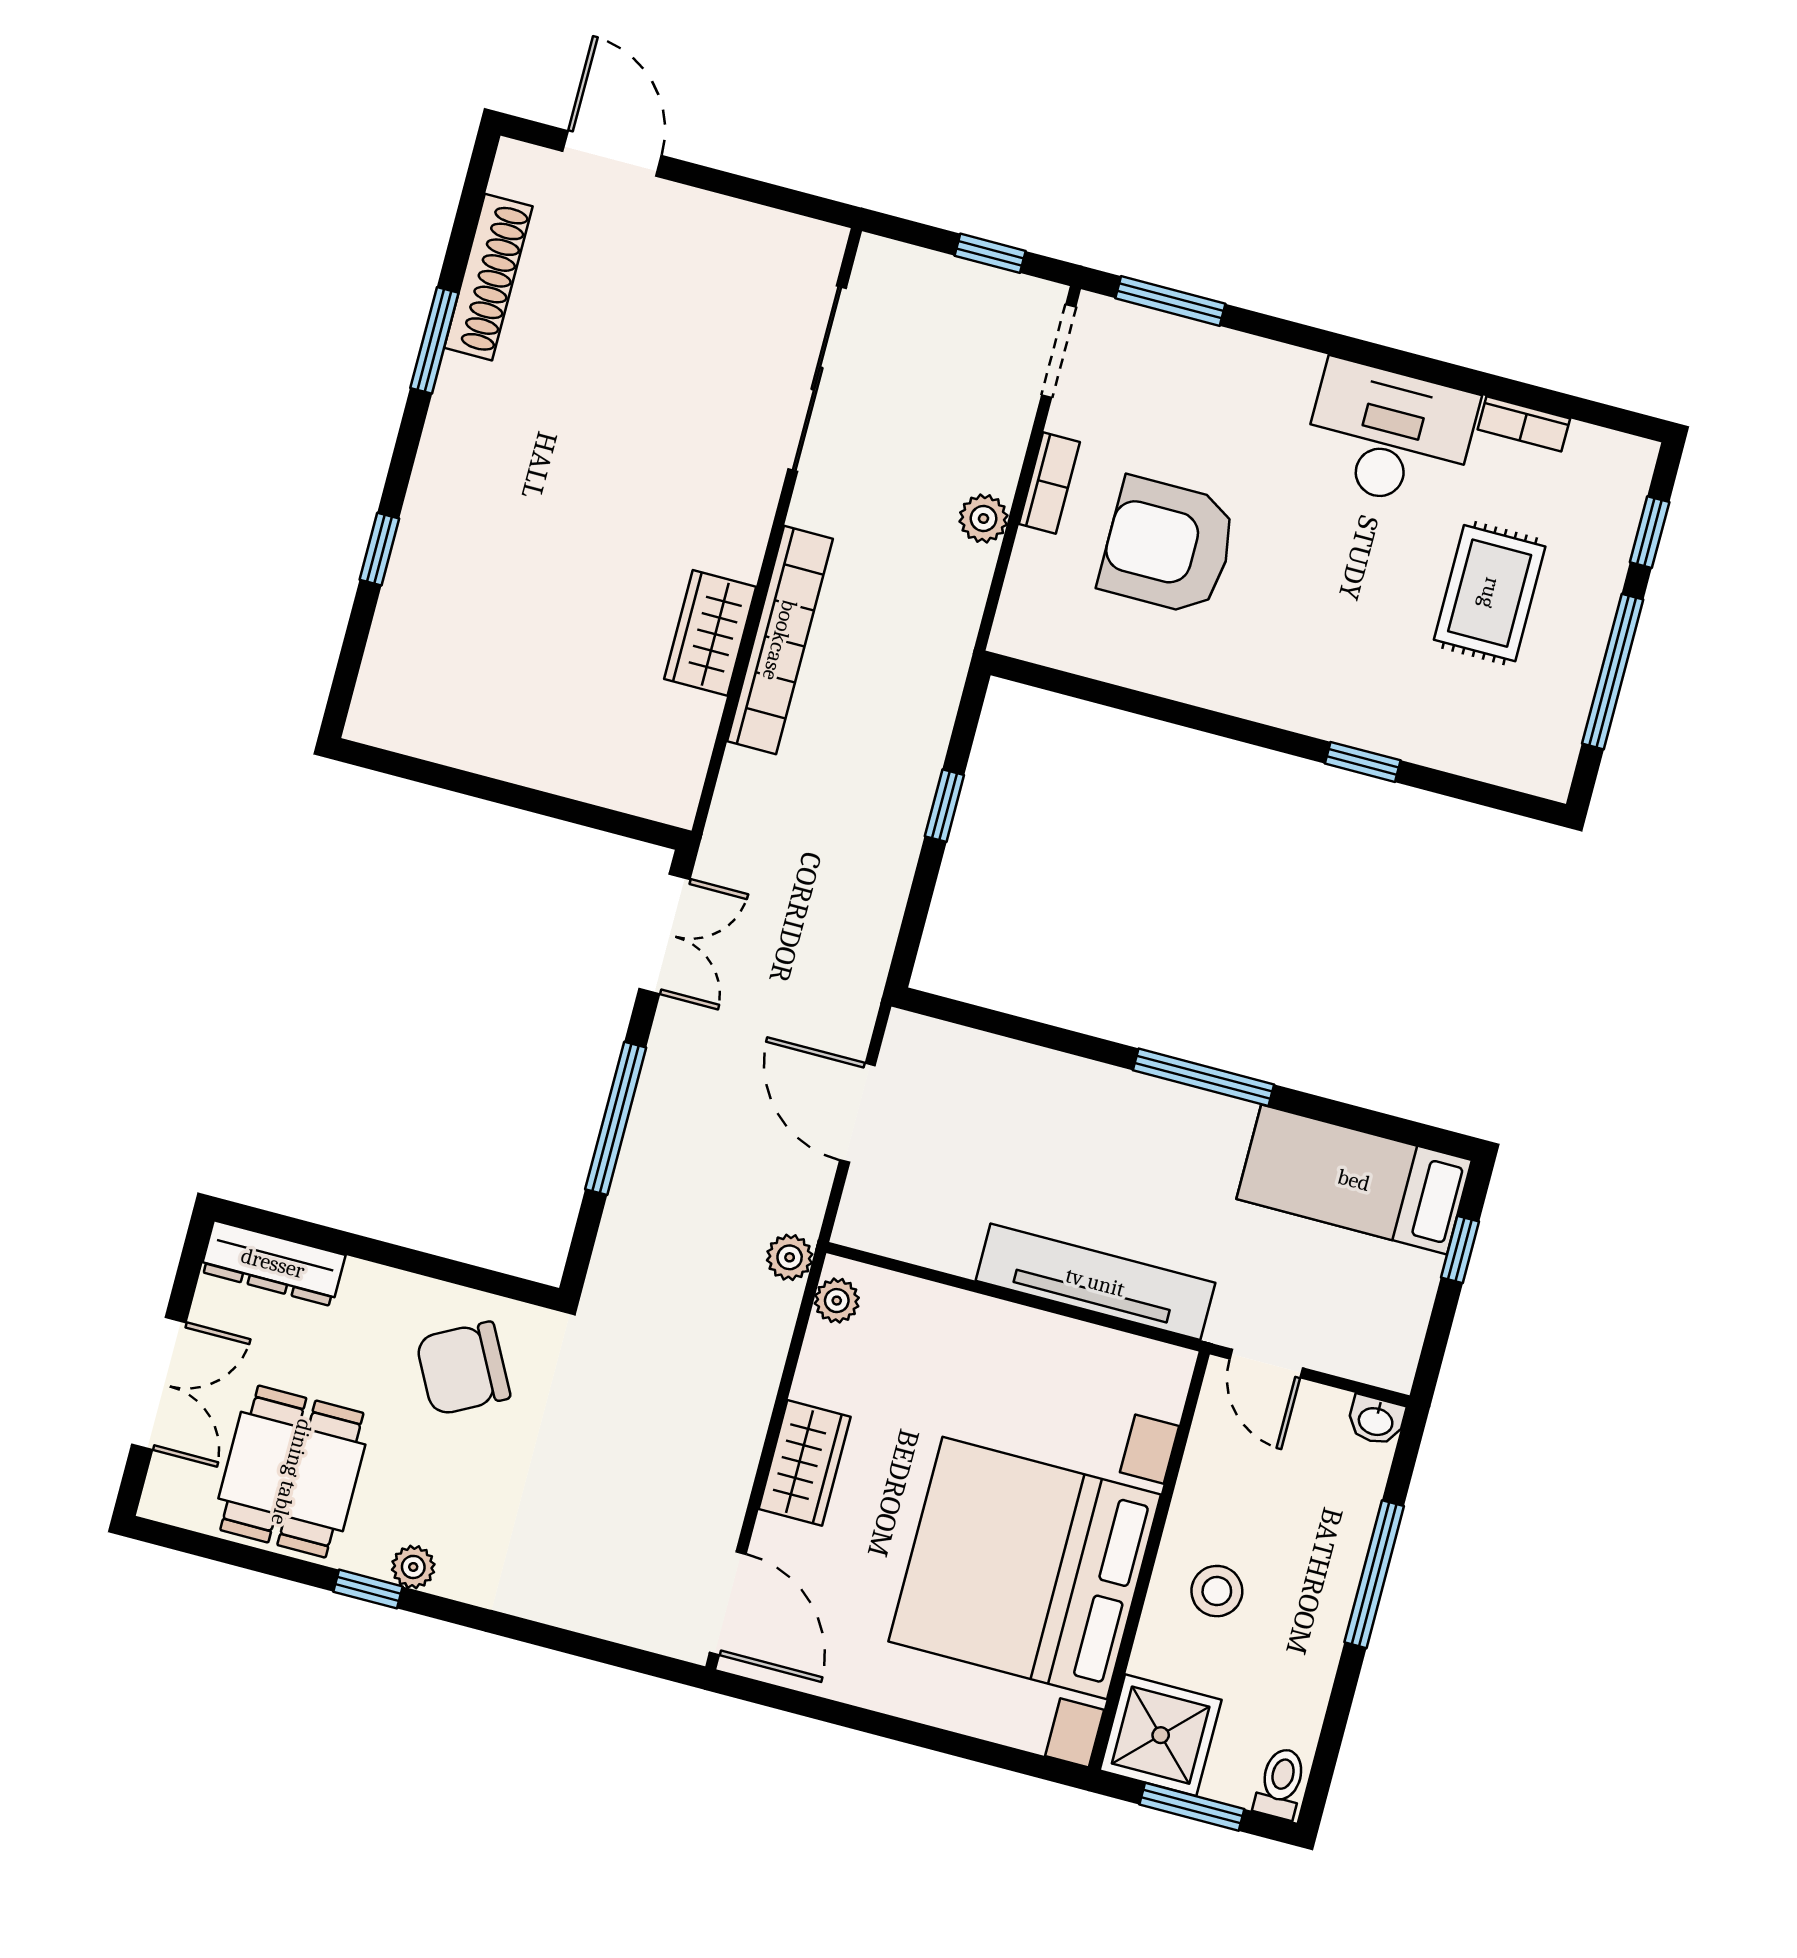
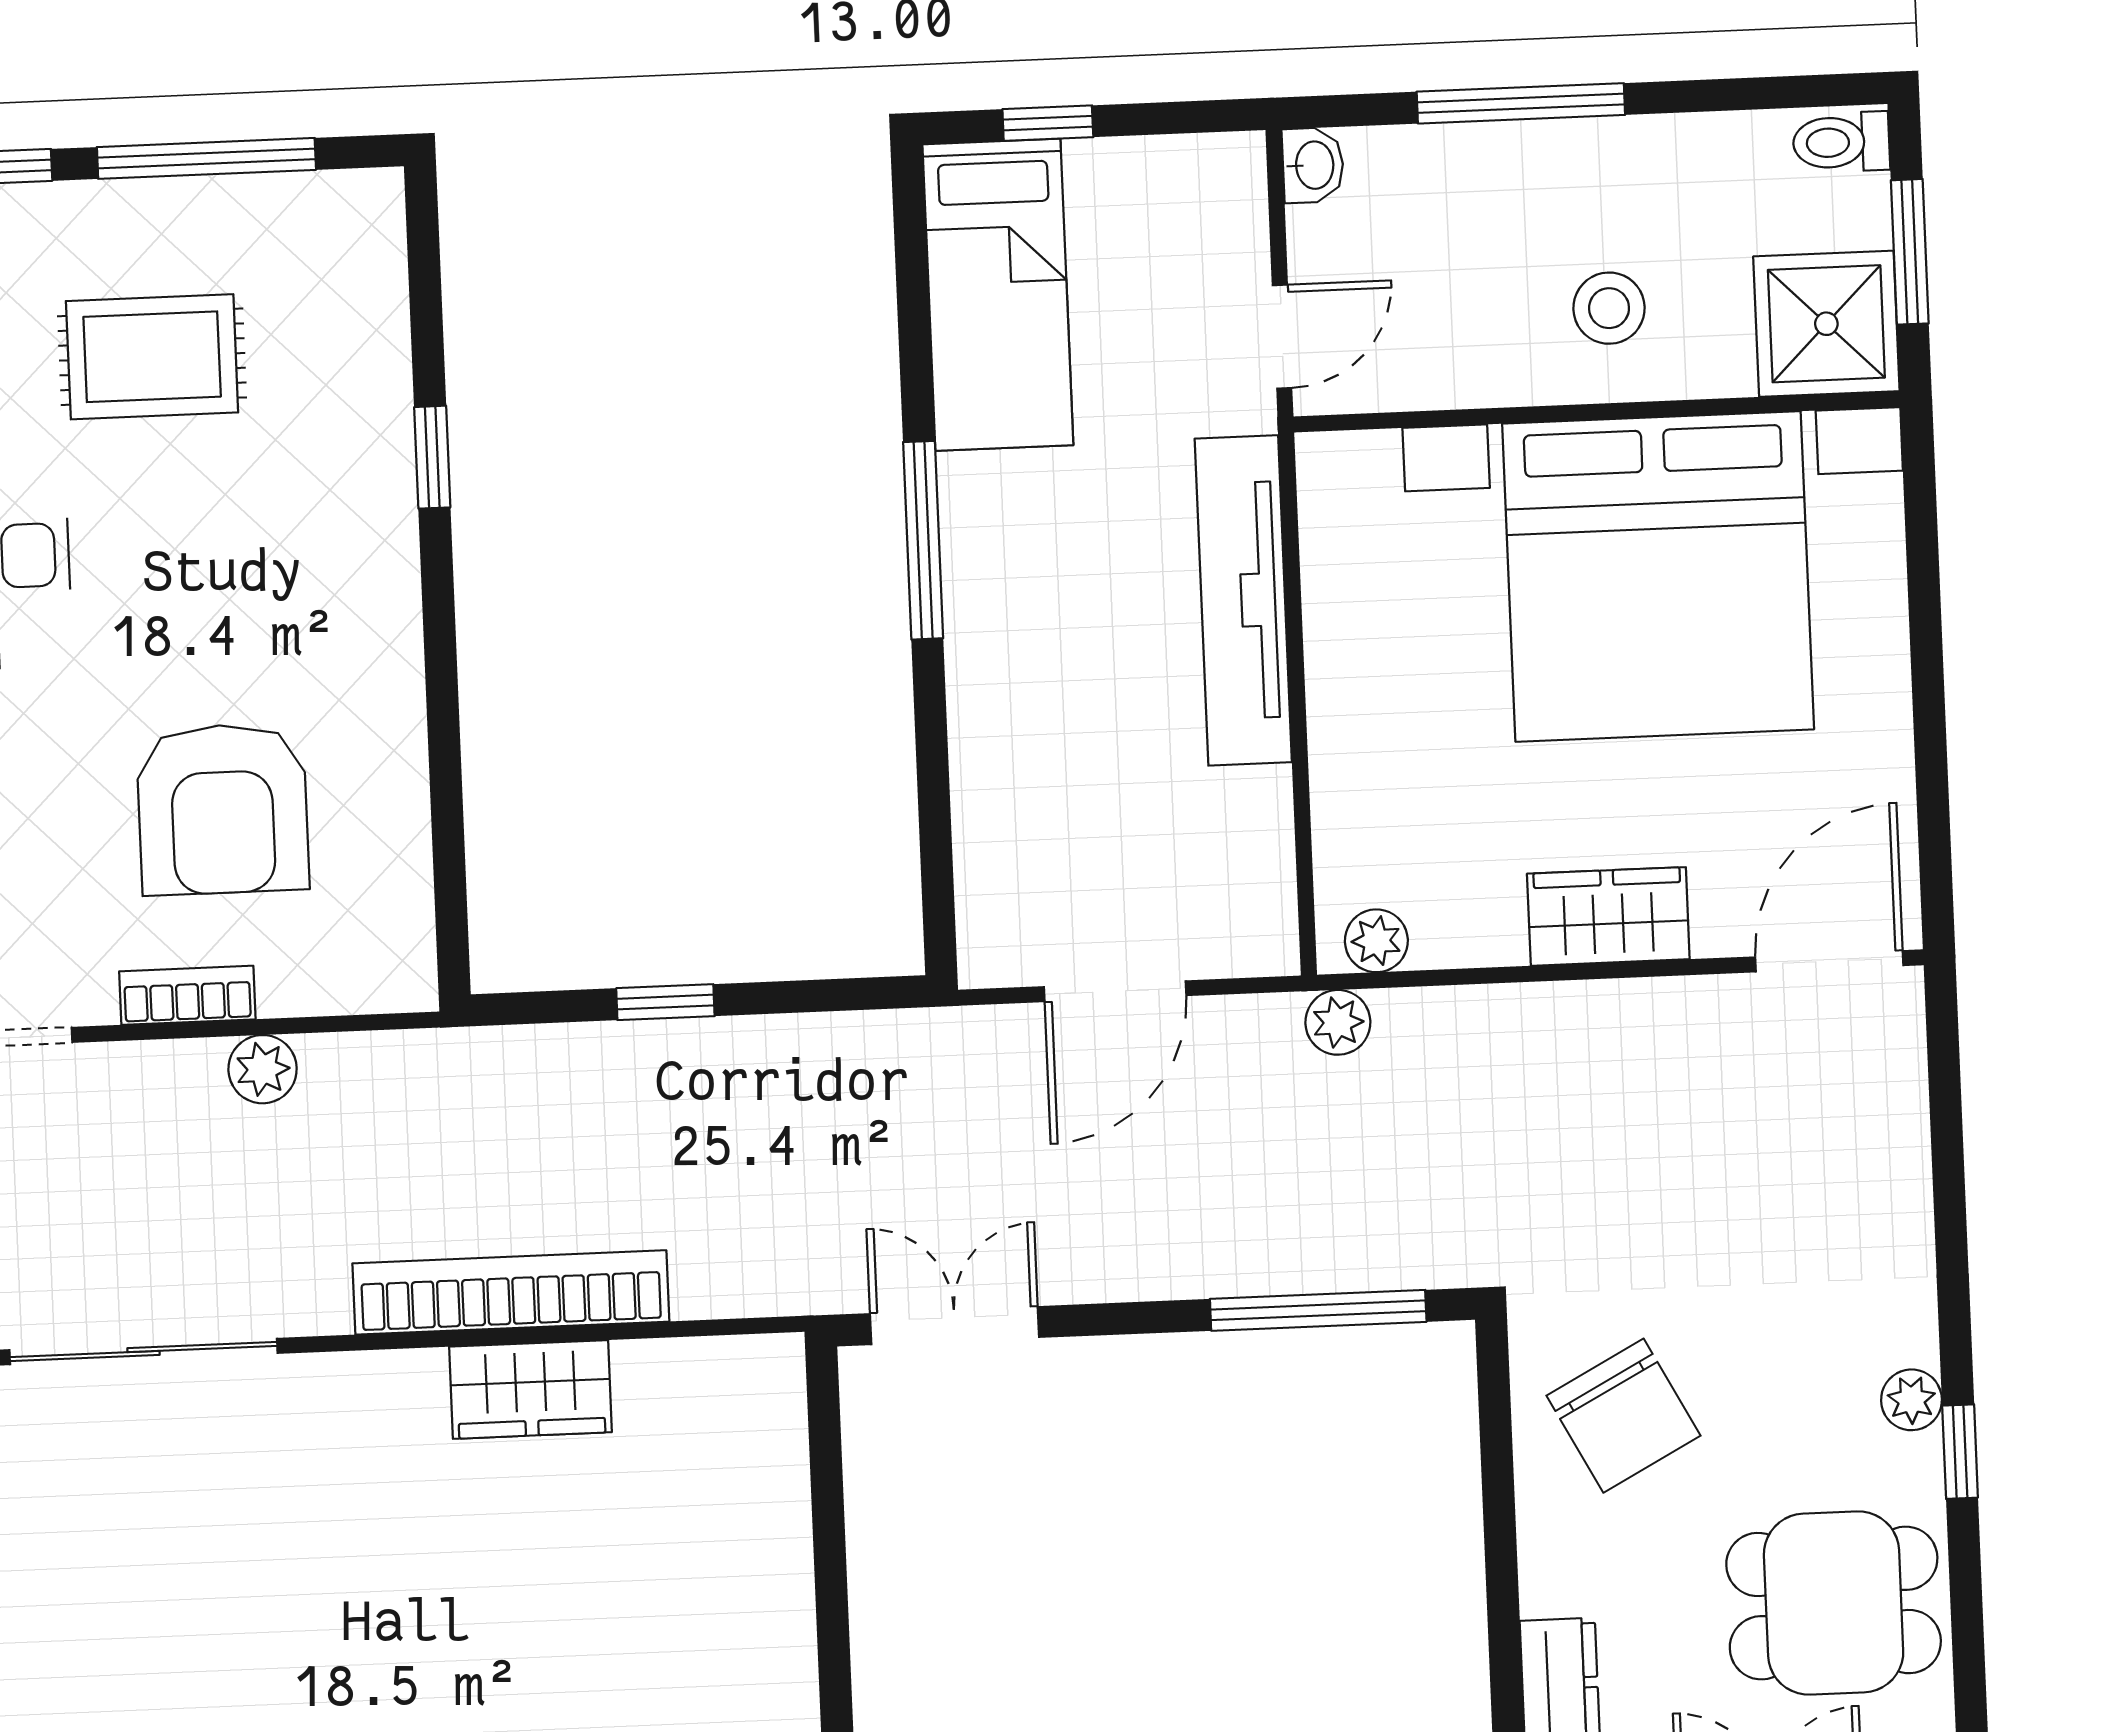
window: (616, 1118) -> (1318, 1310), moved

